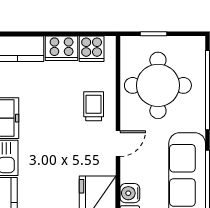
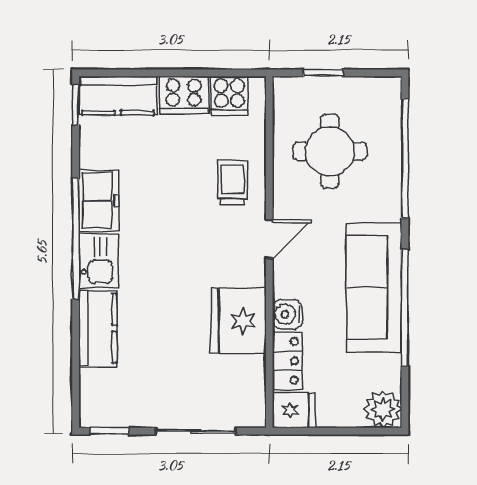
round table: (158, 85) -> (330, 151), width x0.73, depth x0.73

